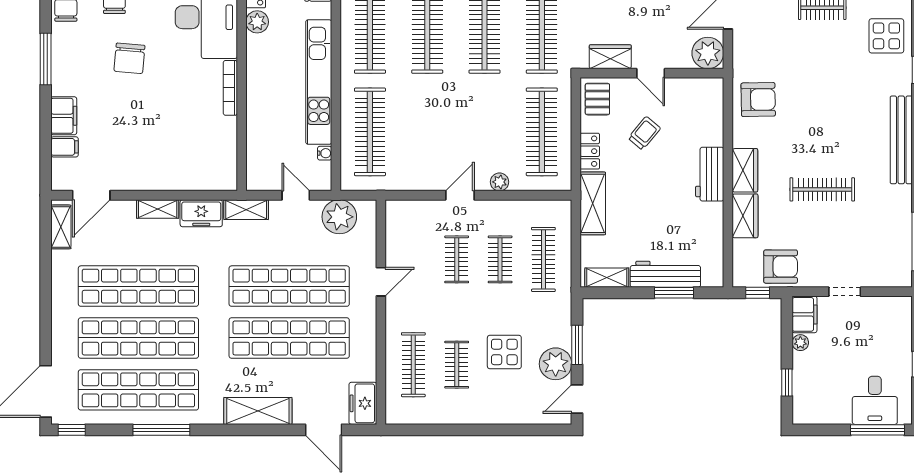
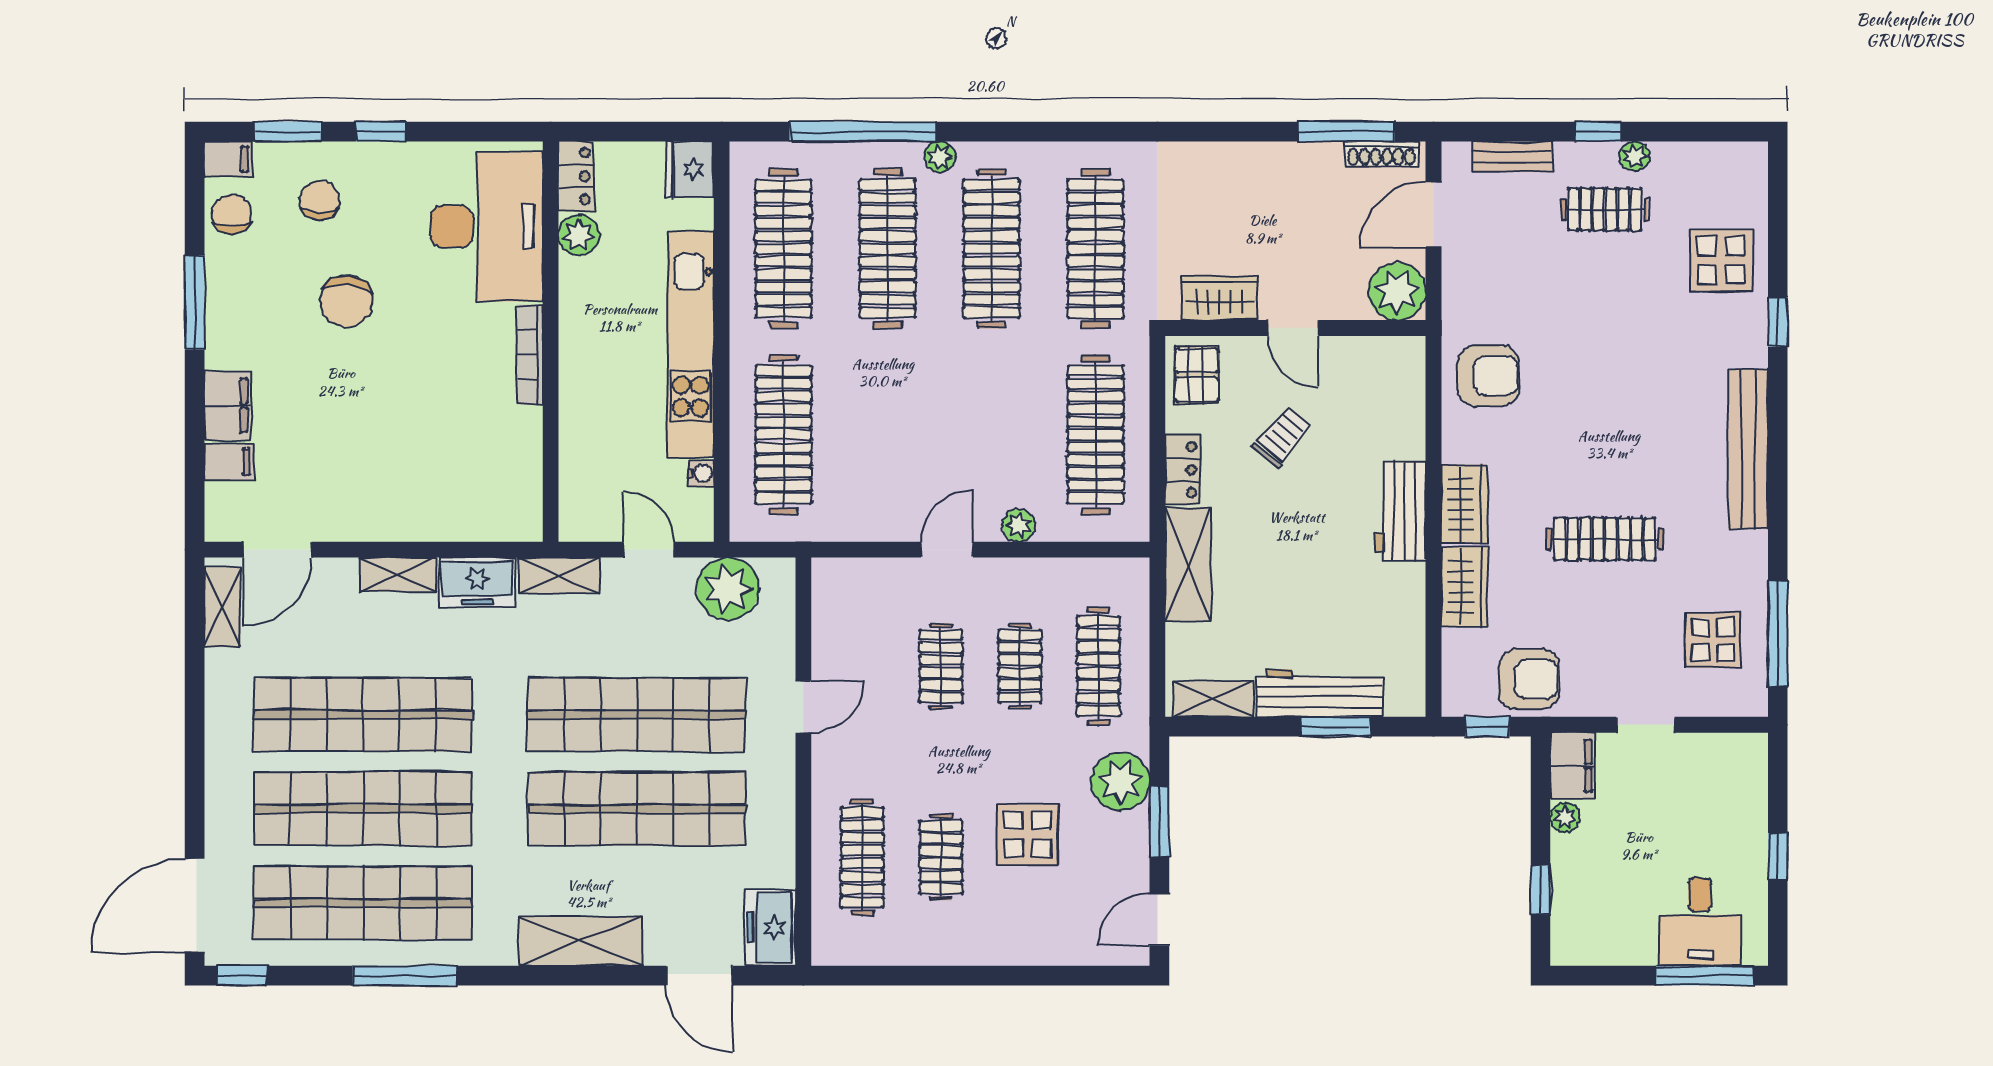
display table: (882, 245) -> (1713, 640), added
plant: (556, 364) -> (1120, 782), moved

